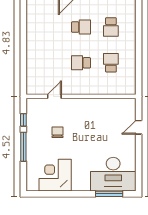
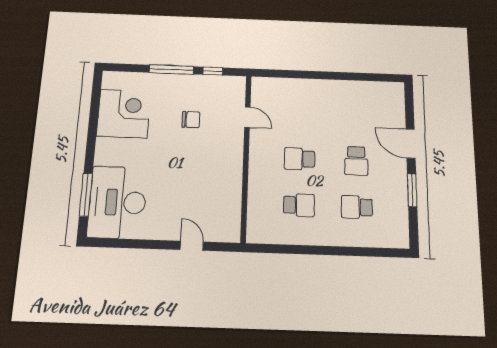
school desk: (81, 63) -> (299, 159), turned -90

